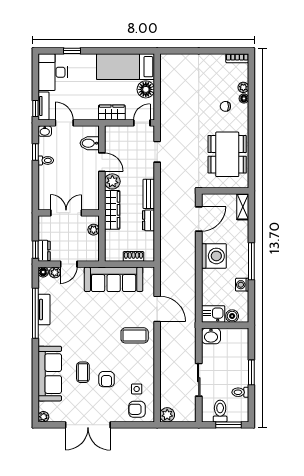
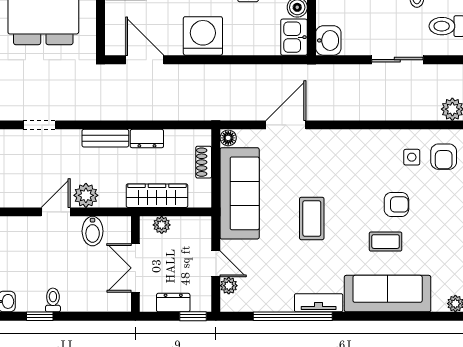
bidet: (90, 143) -> (93, 231), moved
wardrobe: (112, 210) -> (157, 196), moved
dresser: (44, 251) -> (173, 303), moved
floor lamp: (43, 272) -> (228, 138), moved
tv unit: (44, 310) -> (319, 303), moved
coffee table: (135, 335) -> (312, 218), moved

